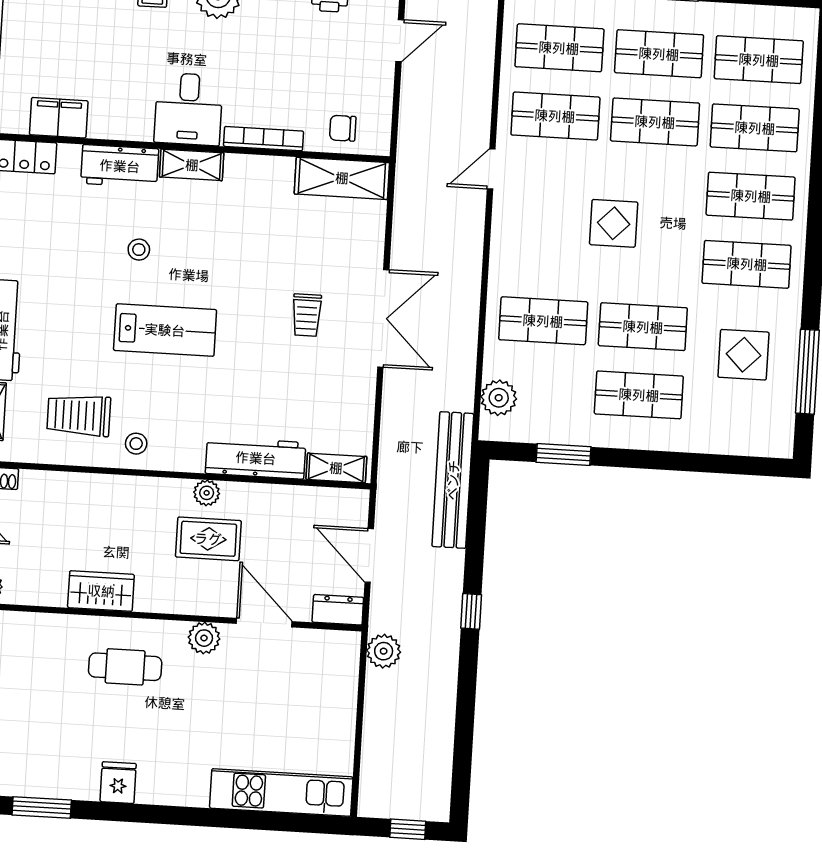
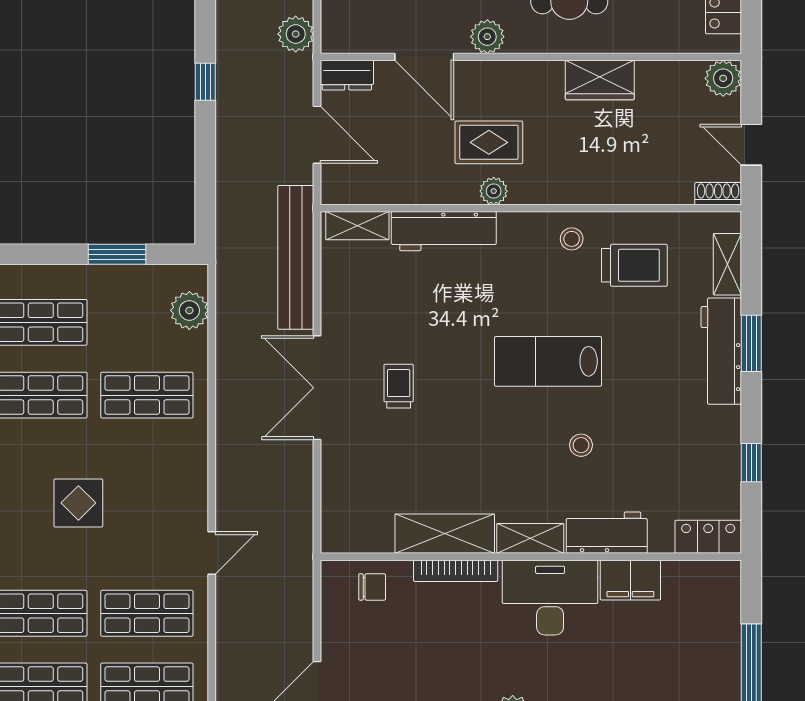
desk: (189, 109) -> (550, 598), width x1.37
filing cabinet: (59, 118) -> (630, 580), moved
shelving: (342, 178) -> (445, 534), moved
bench: (453, 480) -> (296, 257), moved

